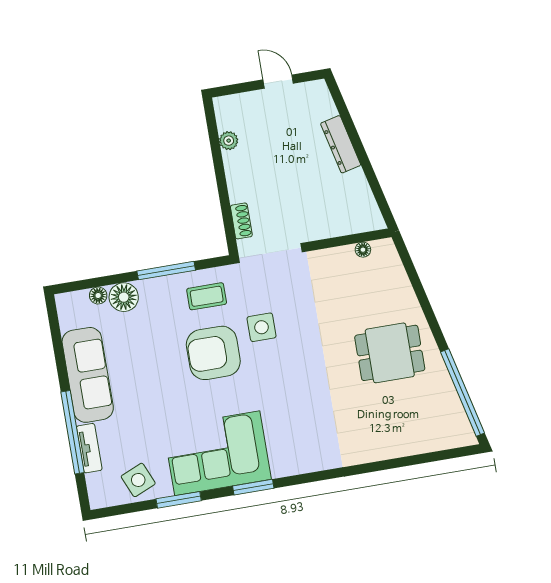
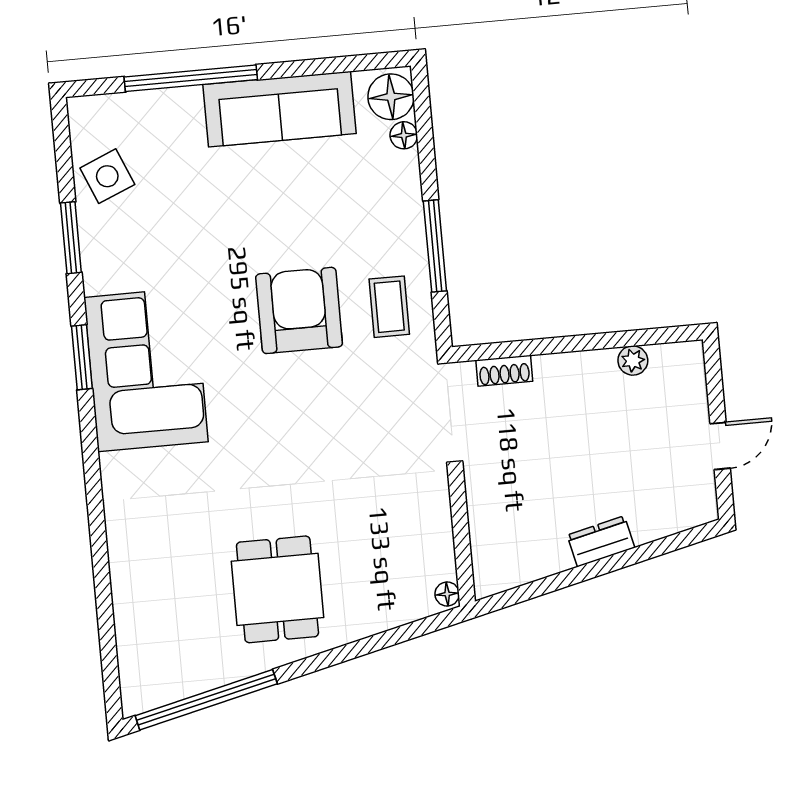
dresser: (341, 144) -> (601, 541), width x0.70
floor lamp: (363, 250) -> (447, 594), moved
floor lamp: (124, 297) -> (391, 97), moved
side table: (262, 327) -> (334, 390), removed
tv unit: (89, 448) -> (164, 103), removed
corner sofa: (217, 453) -> (146, 370), moved

